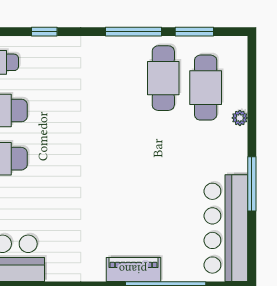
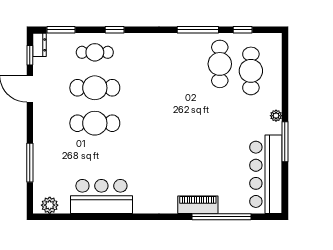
window: (44, 32) -> (115, 30), moved
window: (194, 32) -> (243, 30), width x0.67
plant: (240, 118) -> (276, 116), moved

